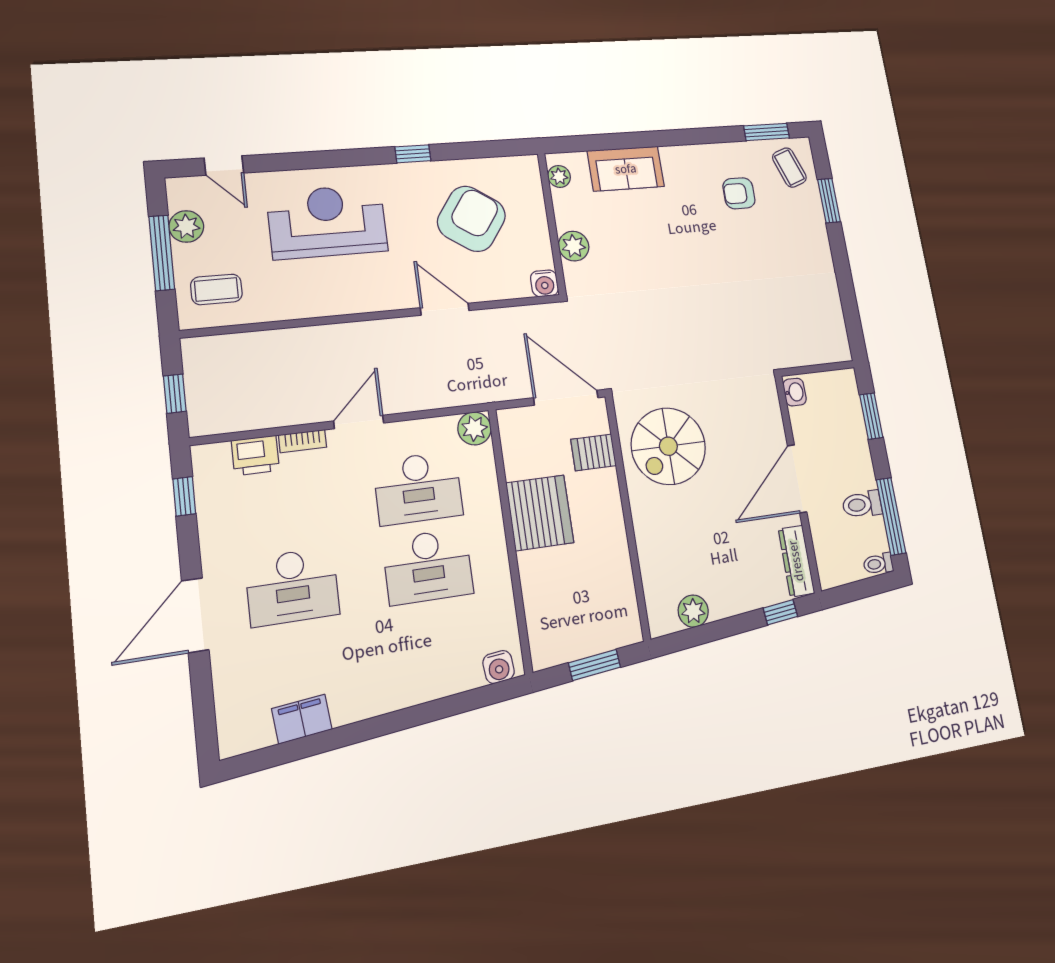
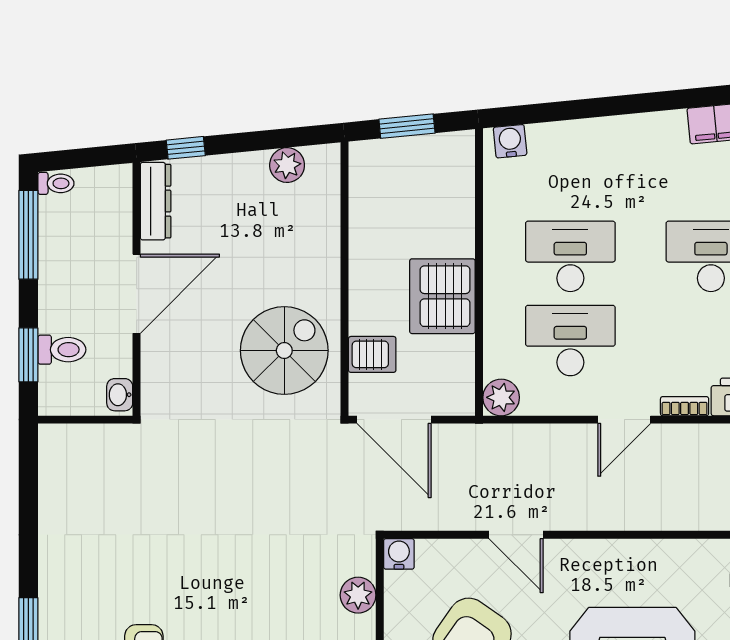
toilet: (862, 504) -> (62, 350), moved

